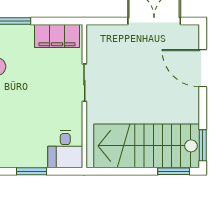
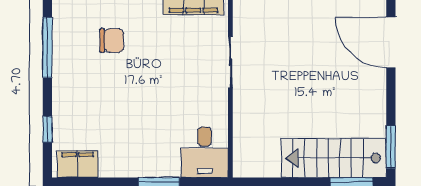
stairs: (147, 146) -> (334, 158), width x0.73, depth x0.66

